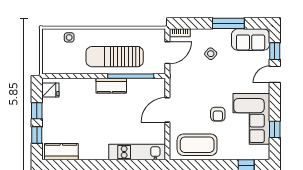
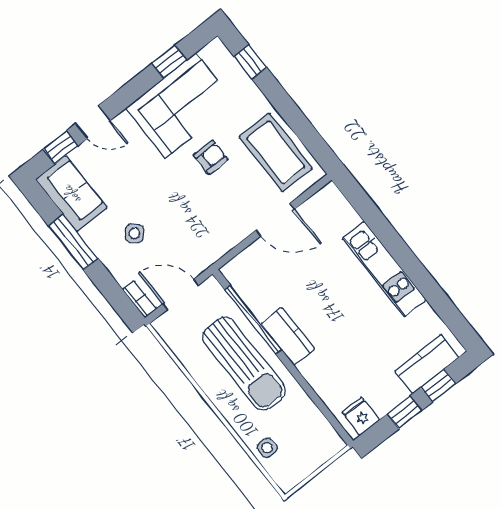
door: (167, 110) -> (275, 220), moved
kitchen counter: (61, 152) -> (427, 364), moved, turned 90
kitchen unit: (137, 152) -> (384, 269), moved

